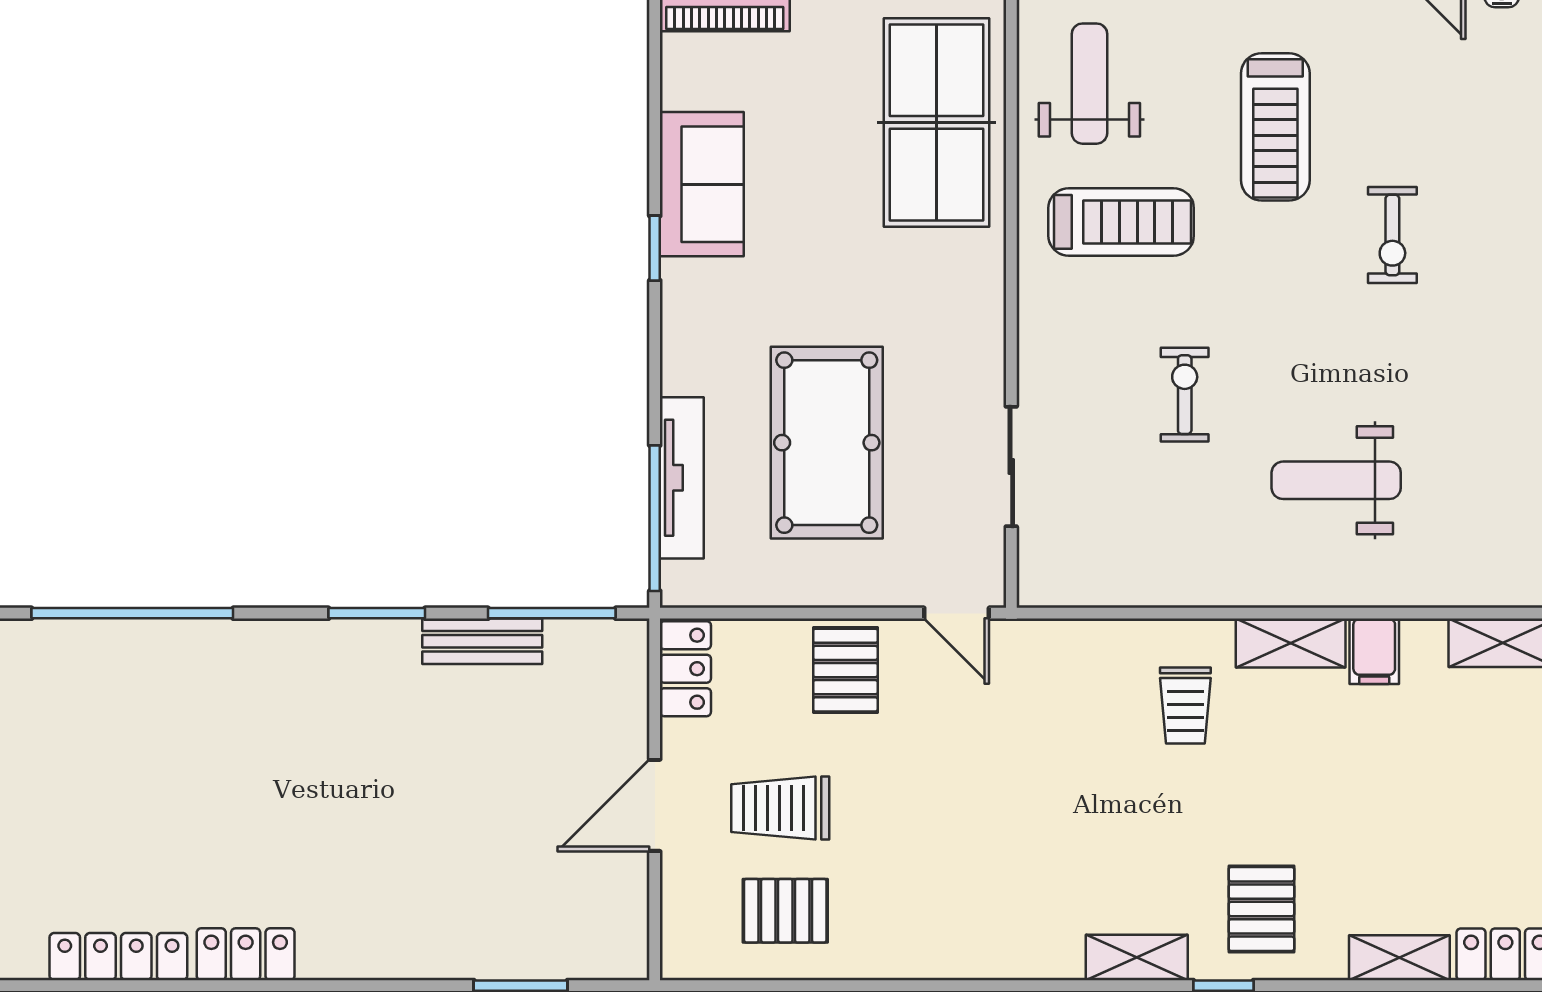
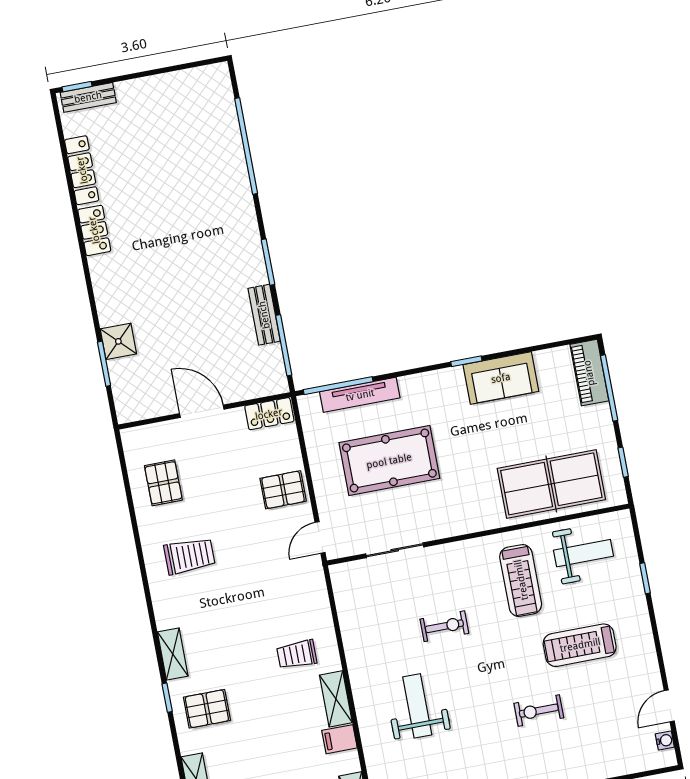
trolley: (780, 808) -> (189, 556), moved, turned 90
shower: (480, 948) -> (118, 341), added

